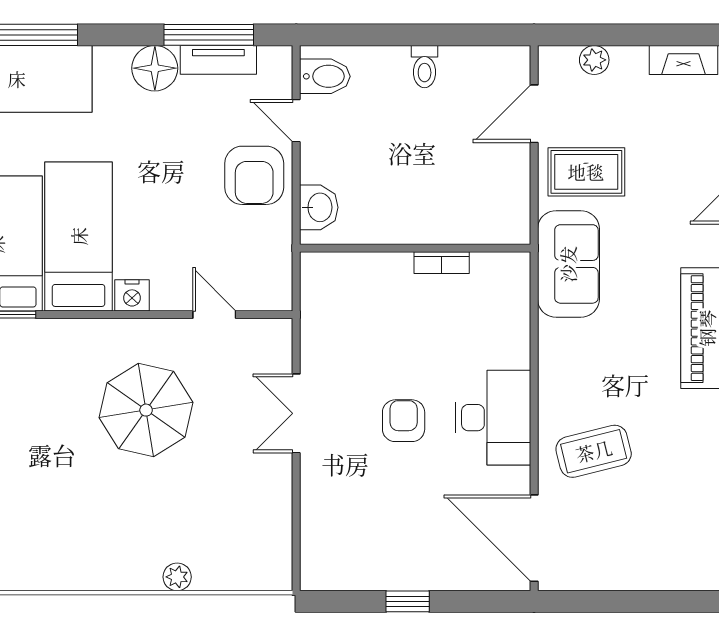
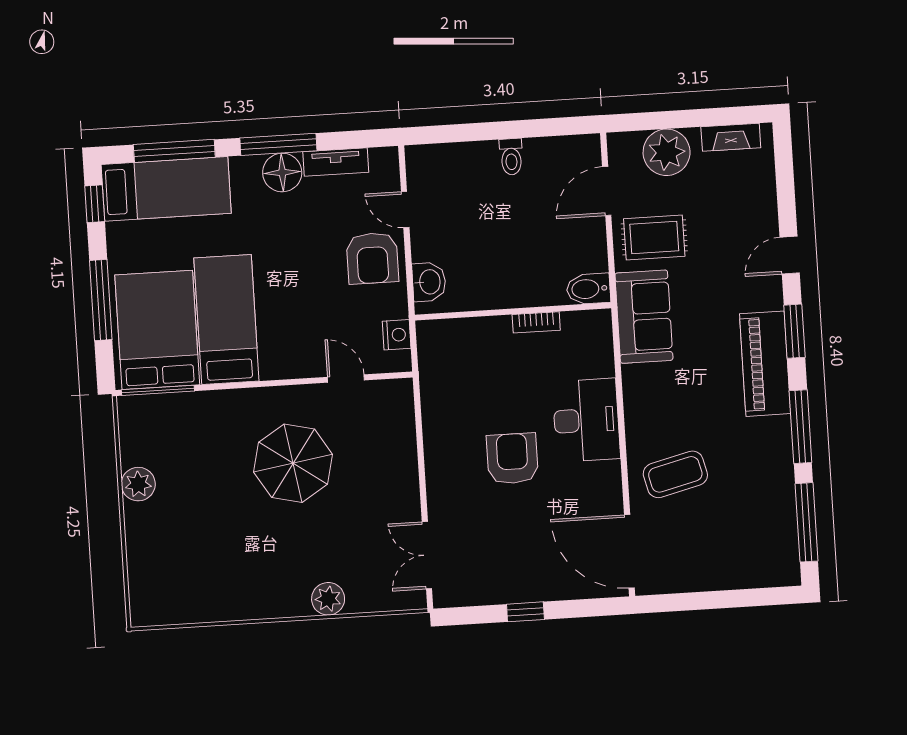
window: (209, 35) -> (278, 144), moved
plant: (594, 60) -> (667, 152), width x1.88, depth x1.88
bidet: (325, 76) -> (588, 289), moved, turned 180
nightstand: (132, 295) -> (397, 335), moved, turned -90
double door: (296, 413) -> (427, 555), moved
desk: (493, 418) -> (586, 420), moved
armchair: (404, 421) -> (512, 459), width x1.38, depth x1.38
plant: (177, 577) -> (328, 599), width x1.38, depth x1.38

